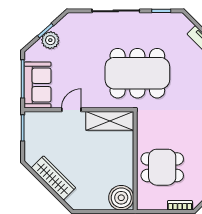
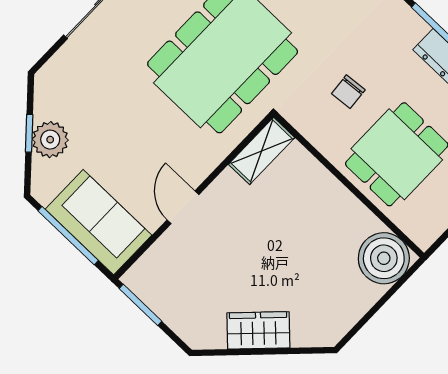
shelving: (110, 121) -> (262, 151), width x0.67, depth x0.75
chair: (168, 129) -> (348, 92), added
wardrobe: (53, 178) -> (258, 330), width x0.67

